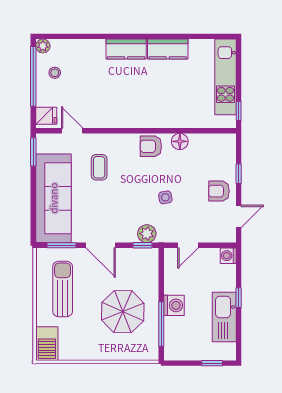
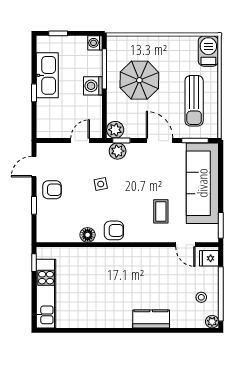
kitchen counter: (126, 49) -> (151, 319), moved
kitchen counter: (168, 49) -> (99, 319), removed
washing machine: (228, 256) -> (95, 43), moved, turned 180
plant: (149, 257) -> (115, 130), added

